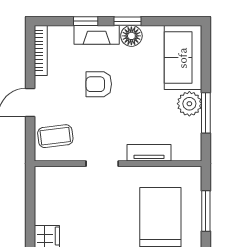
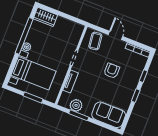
fireplace: (97, 35) -> (135, 79), removed
floor lamp: (131, 36) -> (128, 95), removed
plant: (189, 104) -> (76, 105), moved

